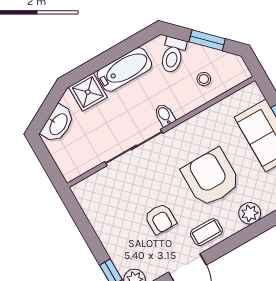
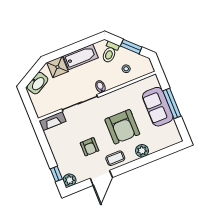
armchair: (211, 178) -> (122, 127), turned 180
fireplace: (92, 184) -> (52, 121), added

